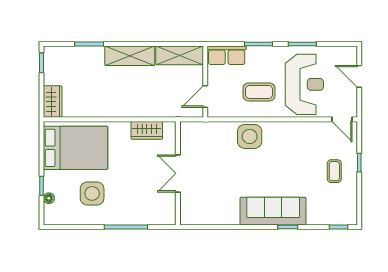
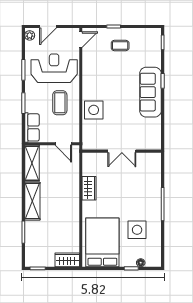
plant: (348, 52) -> (30, 35), added
double door: (178, 173) -> (122, 151), moved
wall: (178, 173) -> (122, 151), moved

